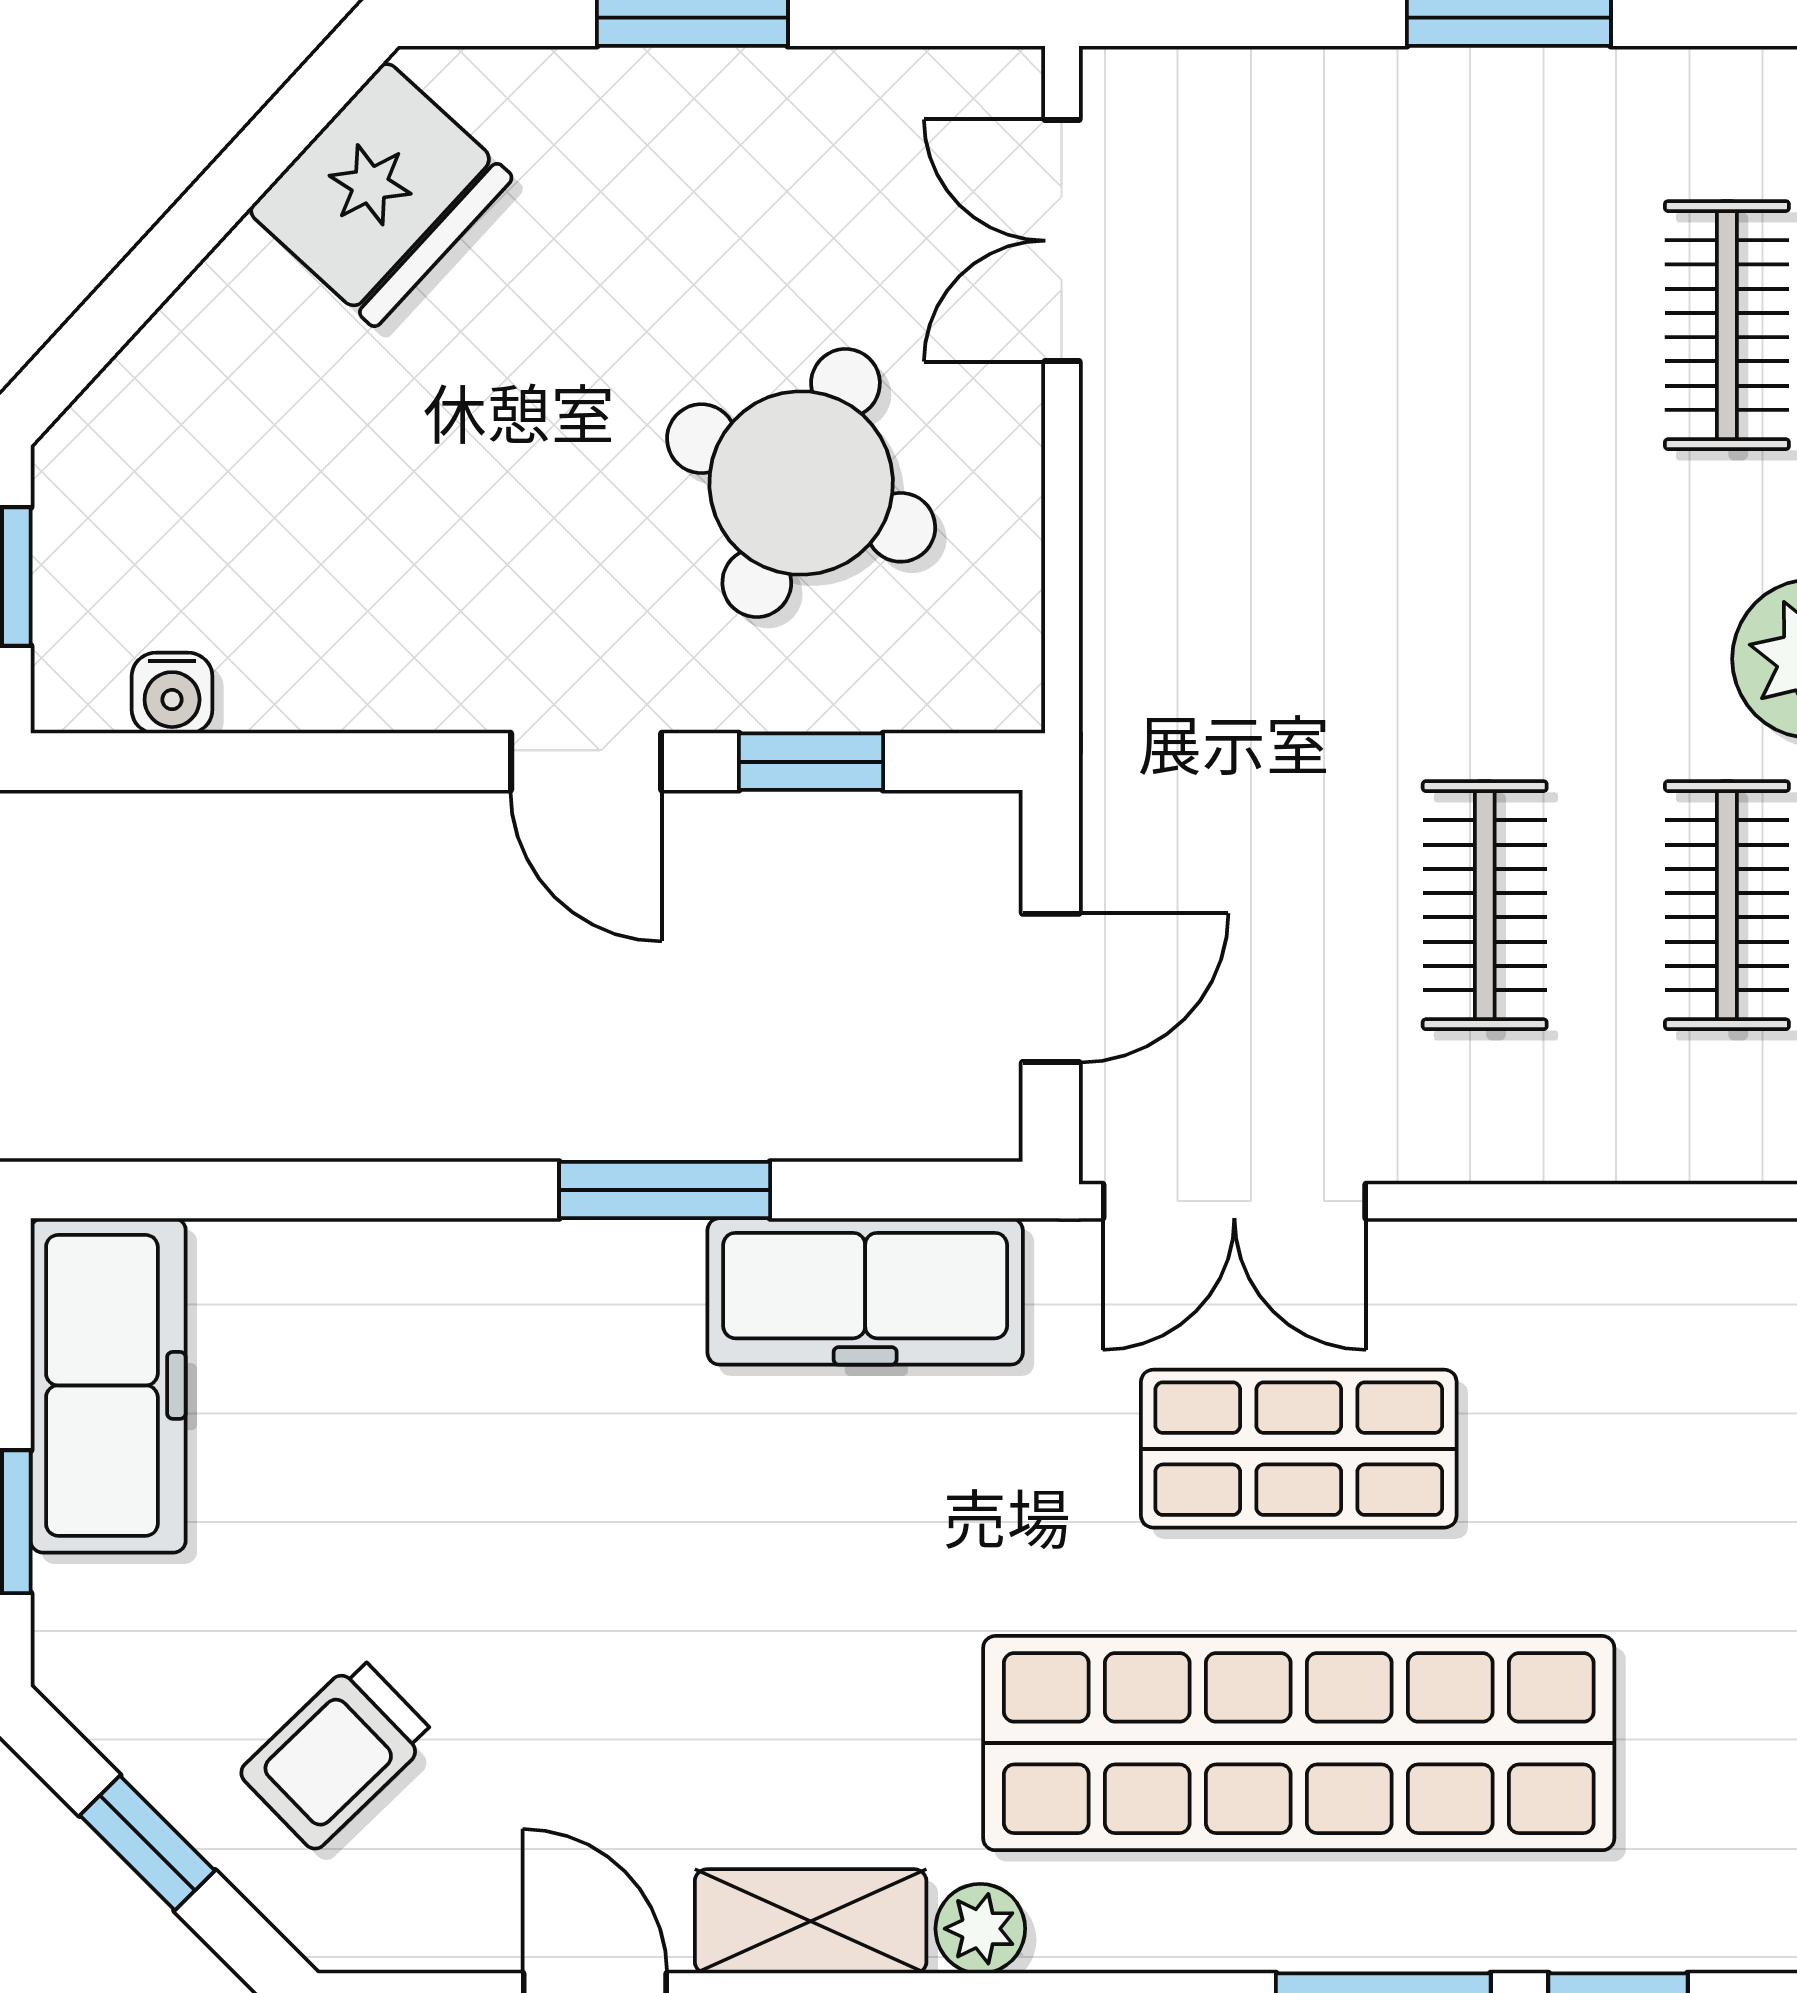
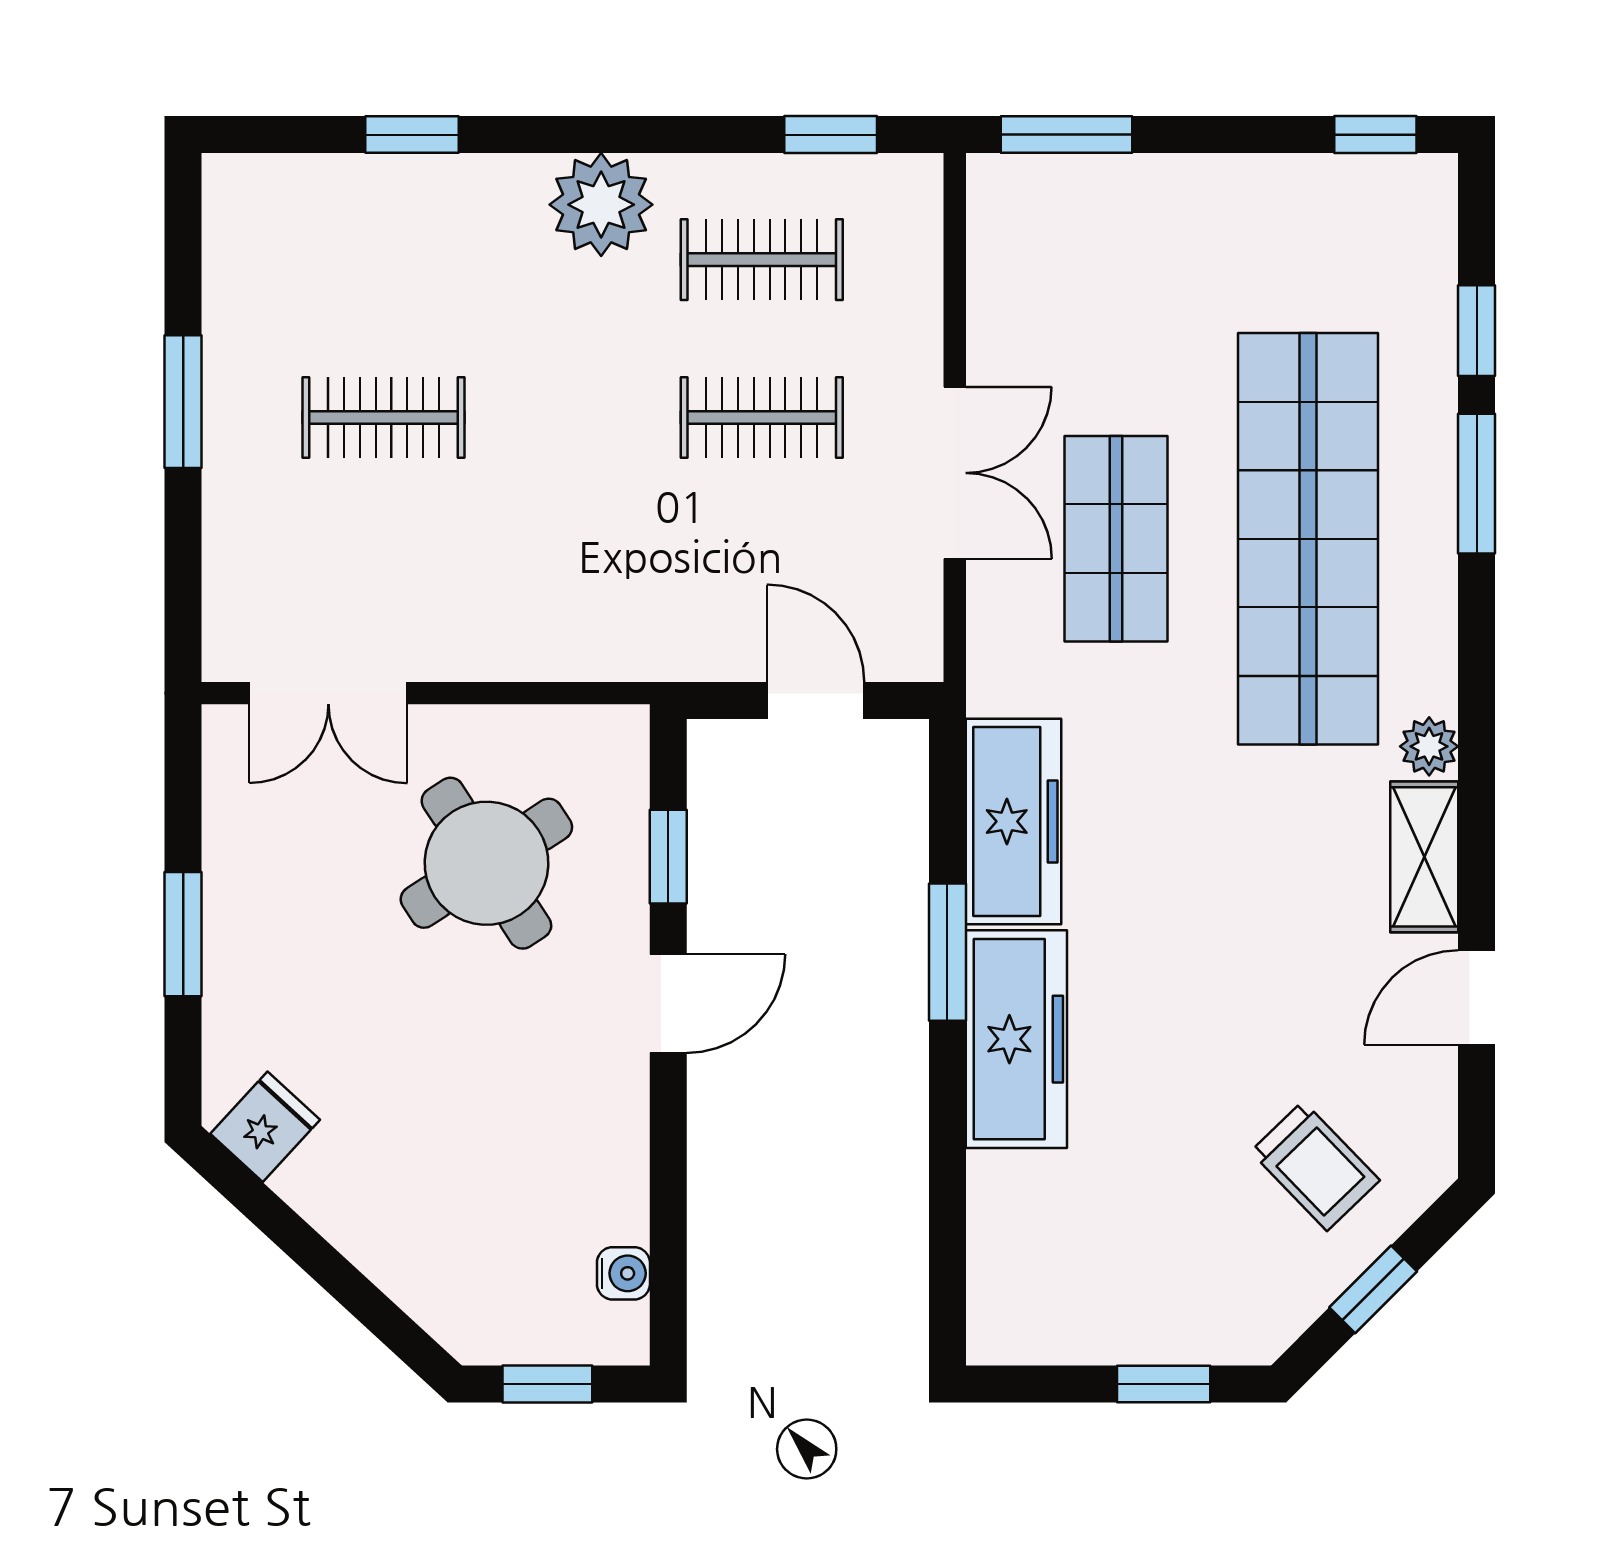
fridge: (380, 194) -> (265, 1127), width x0.53, depth x0.75
clothes rail: (1727, 325) -> (383, 418), moved
round table: (801, 483) -> (486, 863), turned 33
double door: (1234, 1201) -> (955, 473), moved
freezer: (108, 1385) -> (1016, 1039), moved, turned 90

